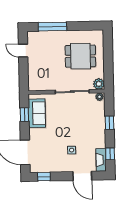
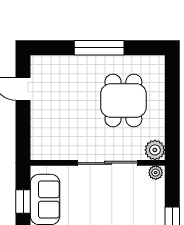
window: (52, 27) -> (99, 48), moved
dining table: (80, 56) -> (123, 101), turned 90

